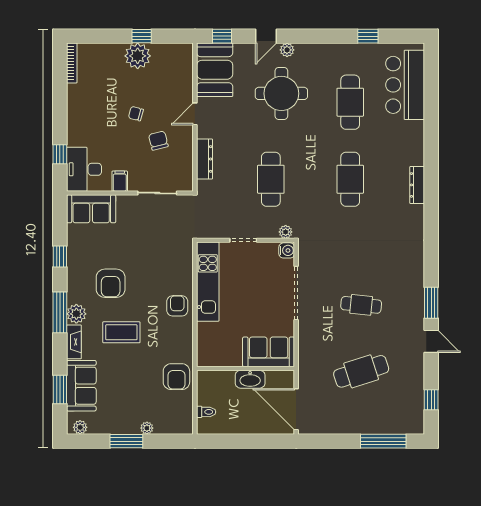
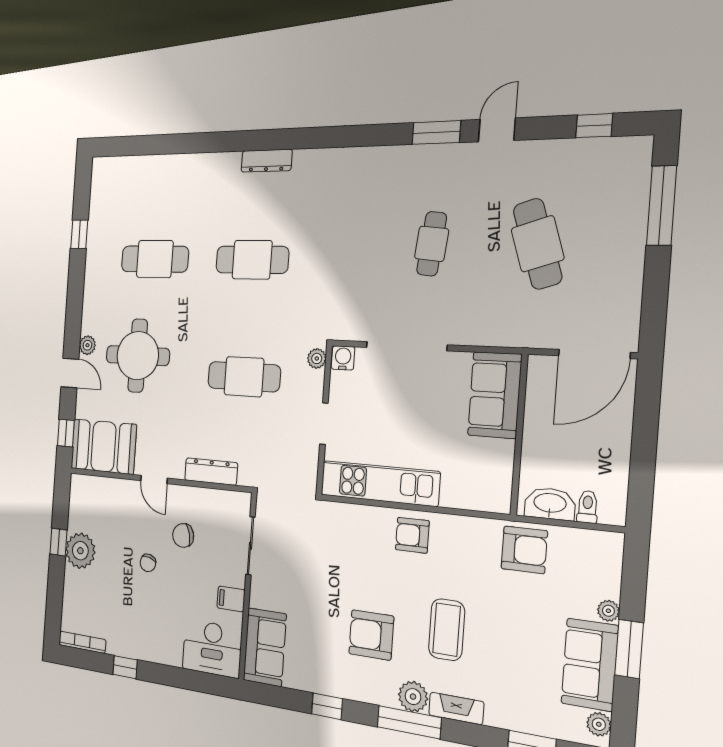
bar counter: (405, 85) -> (139, 182), removed
window: (60, 154) -> (125, 667), moved
armchair: (111, 283) -> (371, 635), turned 180
washbasin: (250, 379) -> (550, 504), moved, turned -90
sofa: (81, 386) -> (590, 665), moved, turned -90

